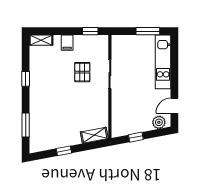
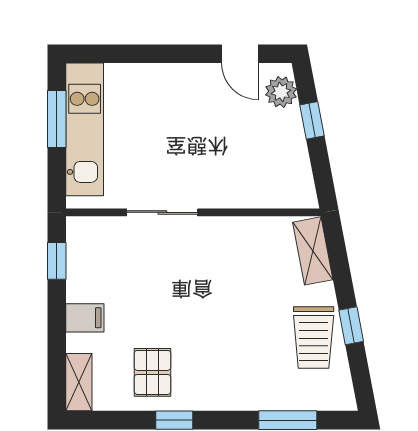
kitchen unit: (163, 62) -> (85, 129), moved, turned -90
pallet: (82, 72) -> (152, 372), moved, turned 90
trolley: (59, 136) -> (314, 338), added
window: (136, 137) -> (312, 120), moved

